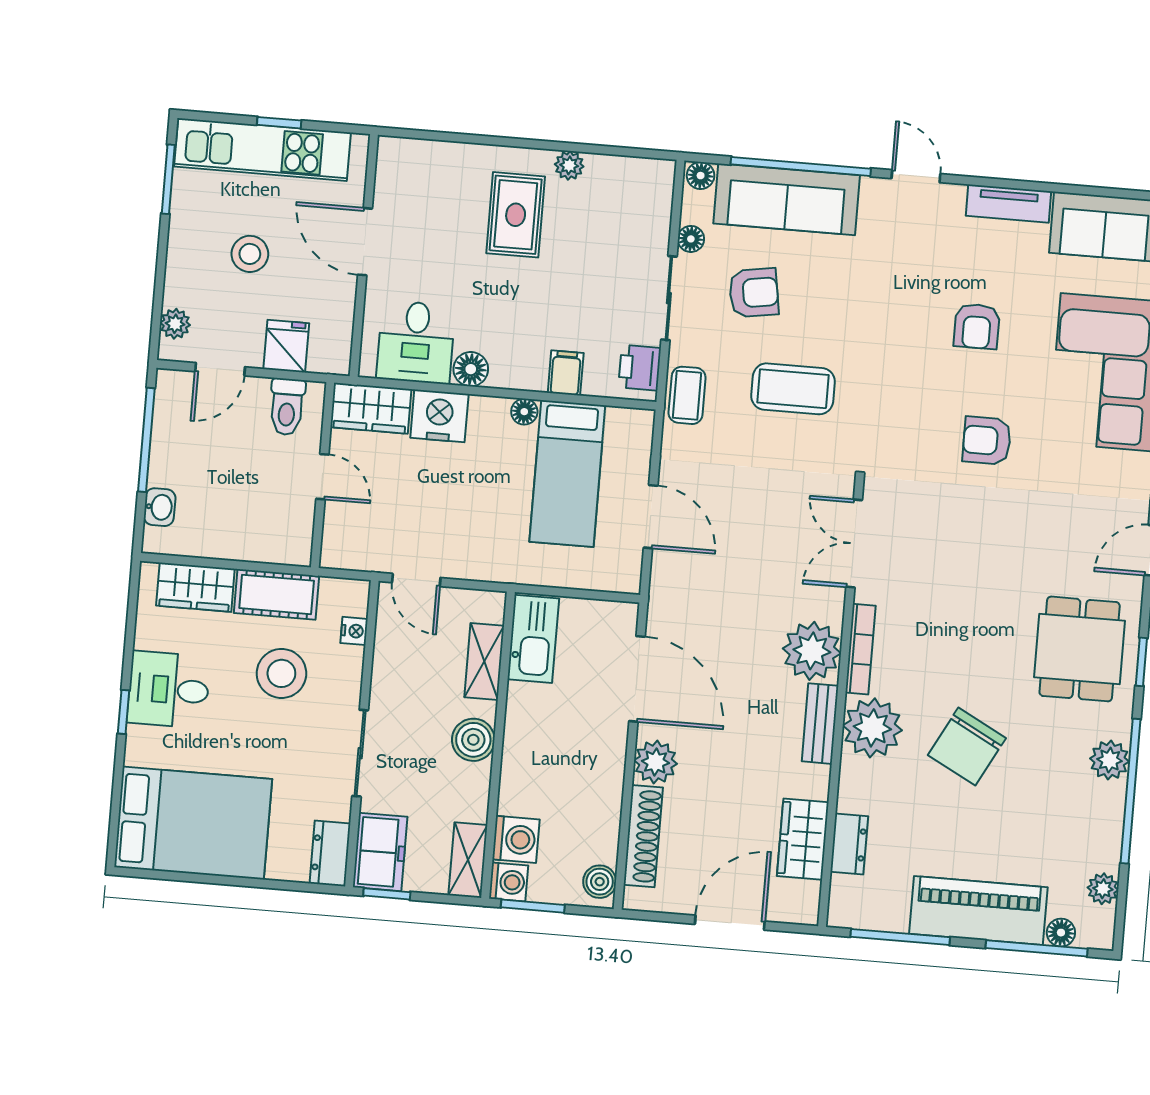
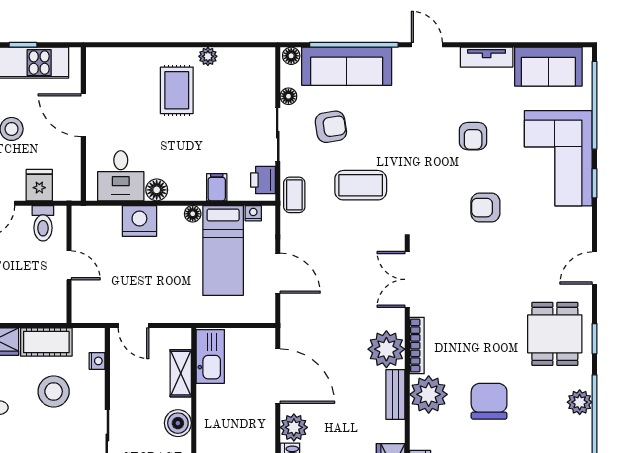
wardrobe: (371, 408) -> (96, 220), removed
nightstand: (620, 419) -> (253, 213), added
chair: (967, 747) -> (489, 401), turned 152

